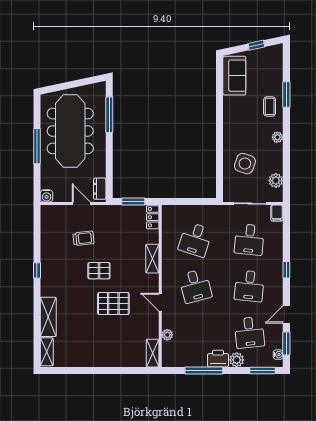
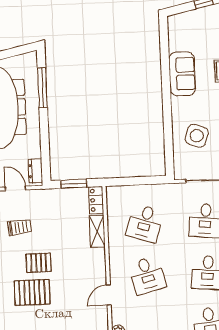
sofa: (234, 76) -> (182, 74), moved
shelving: (152, 259) -> (97, 231), moved
door: (160, 302) -> (109, 295), hinge flipped
pallet: (113, 303) -> (32, 292), moved

